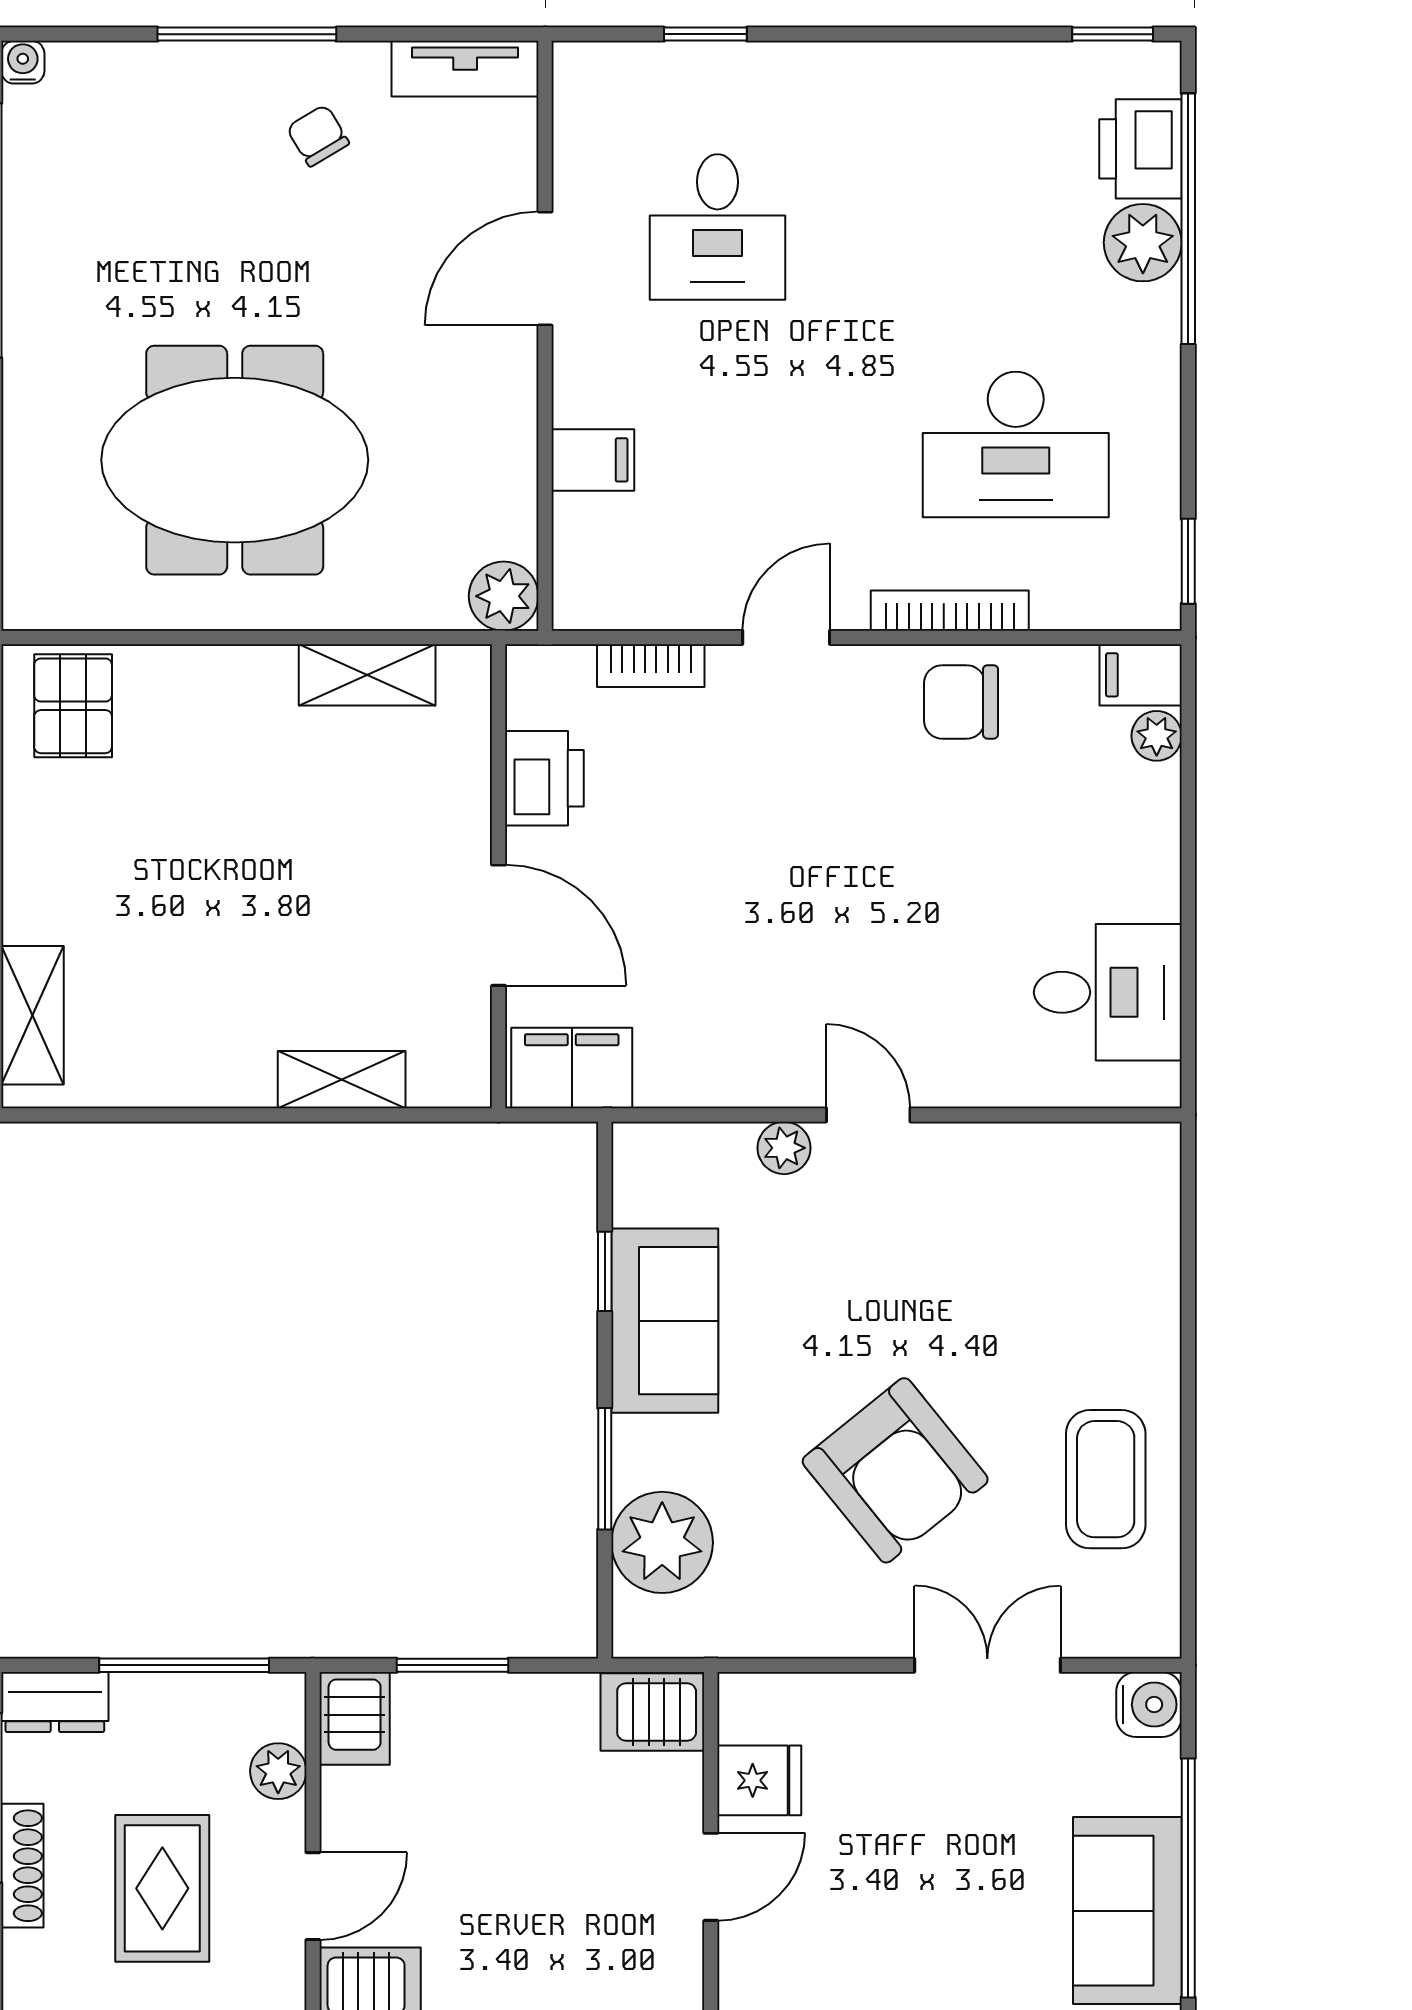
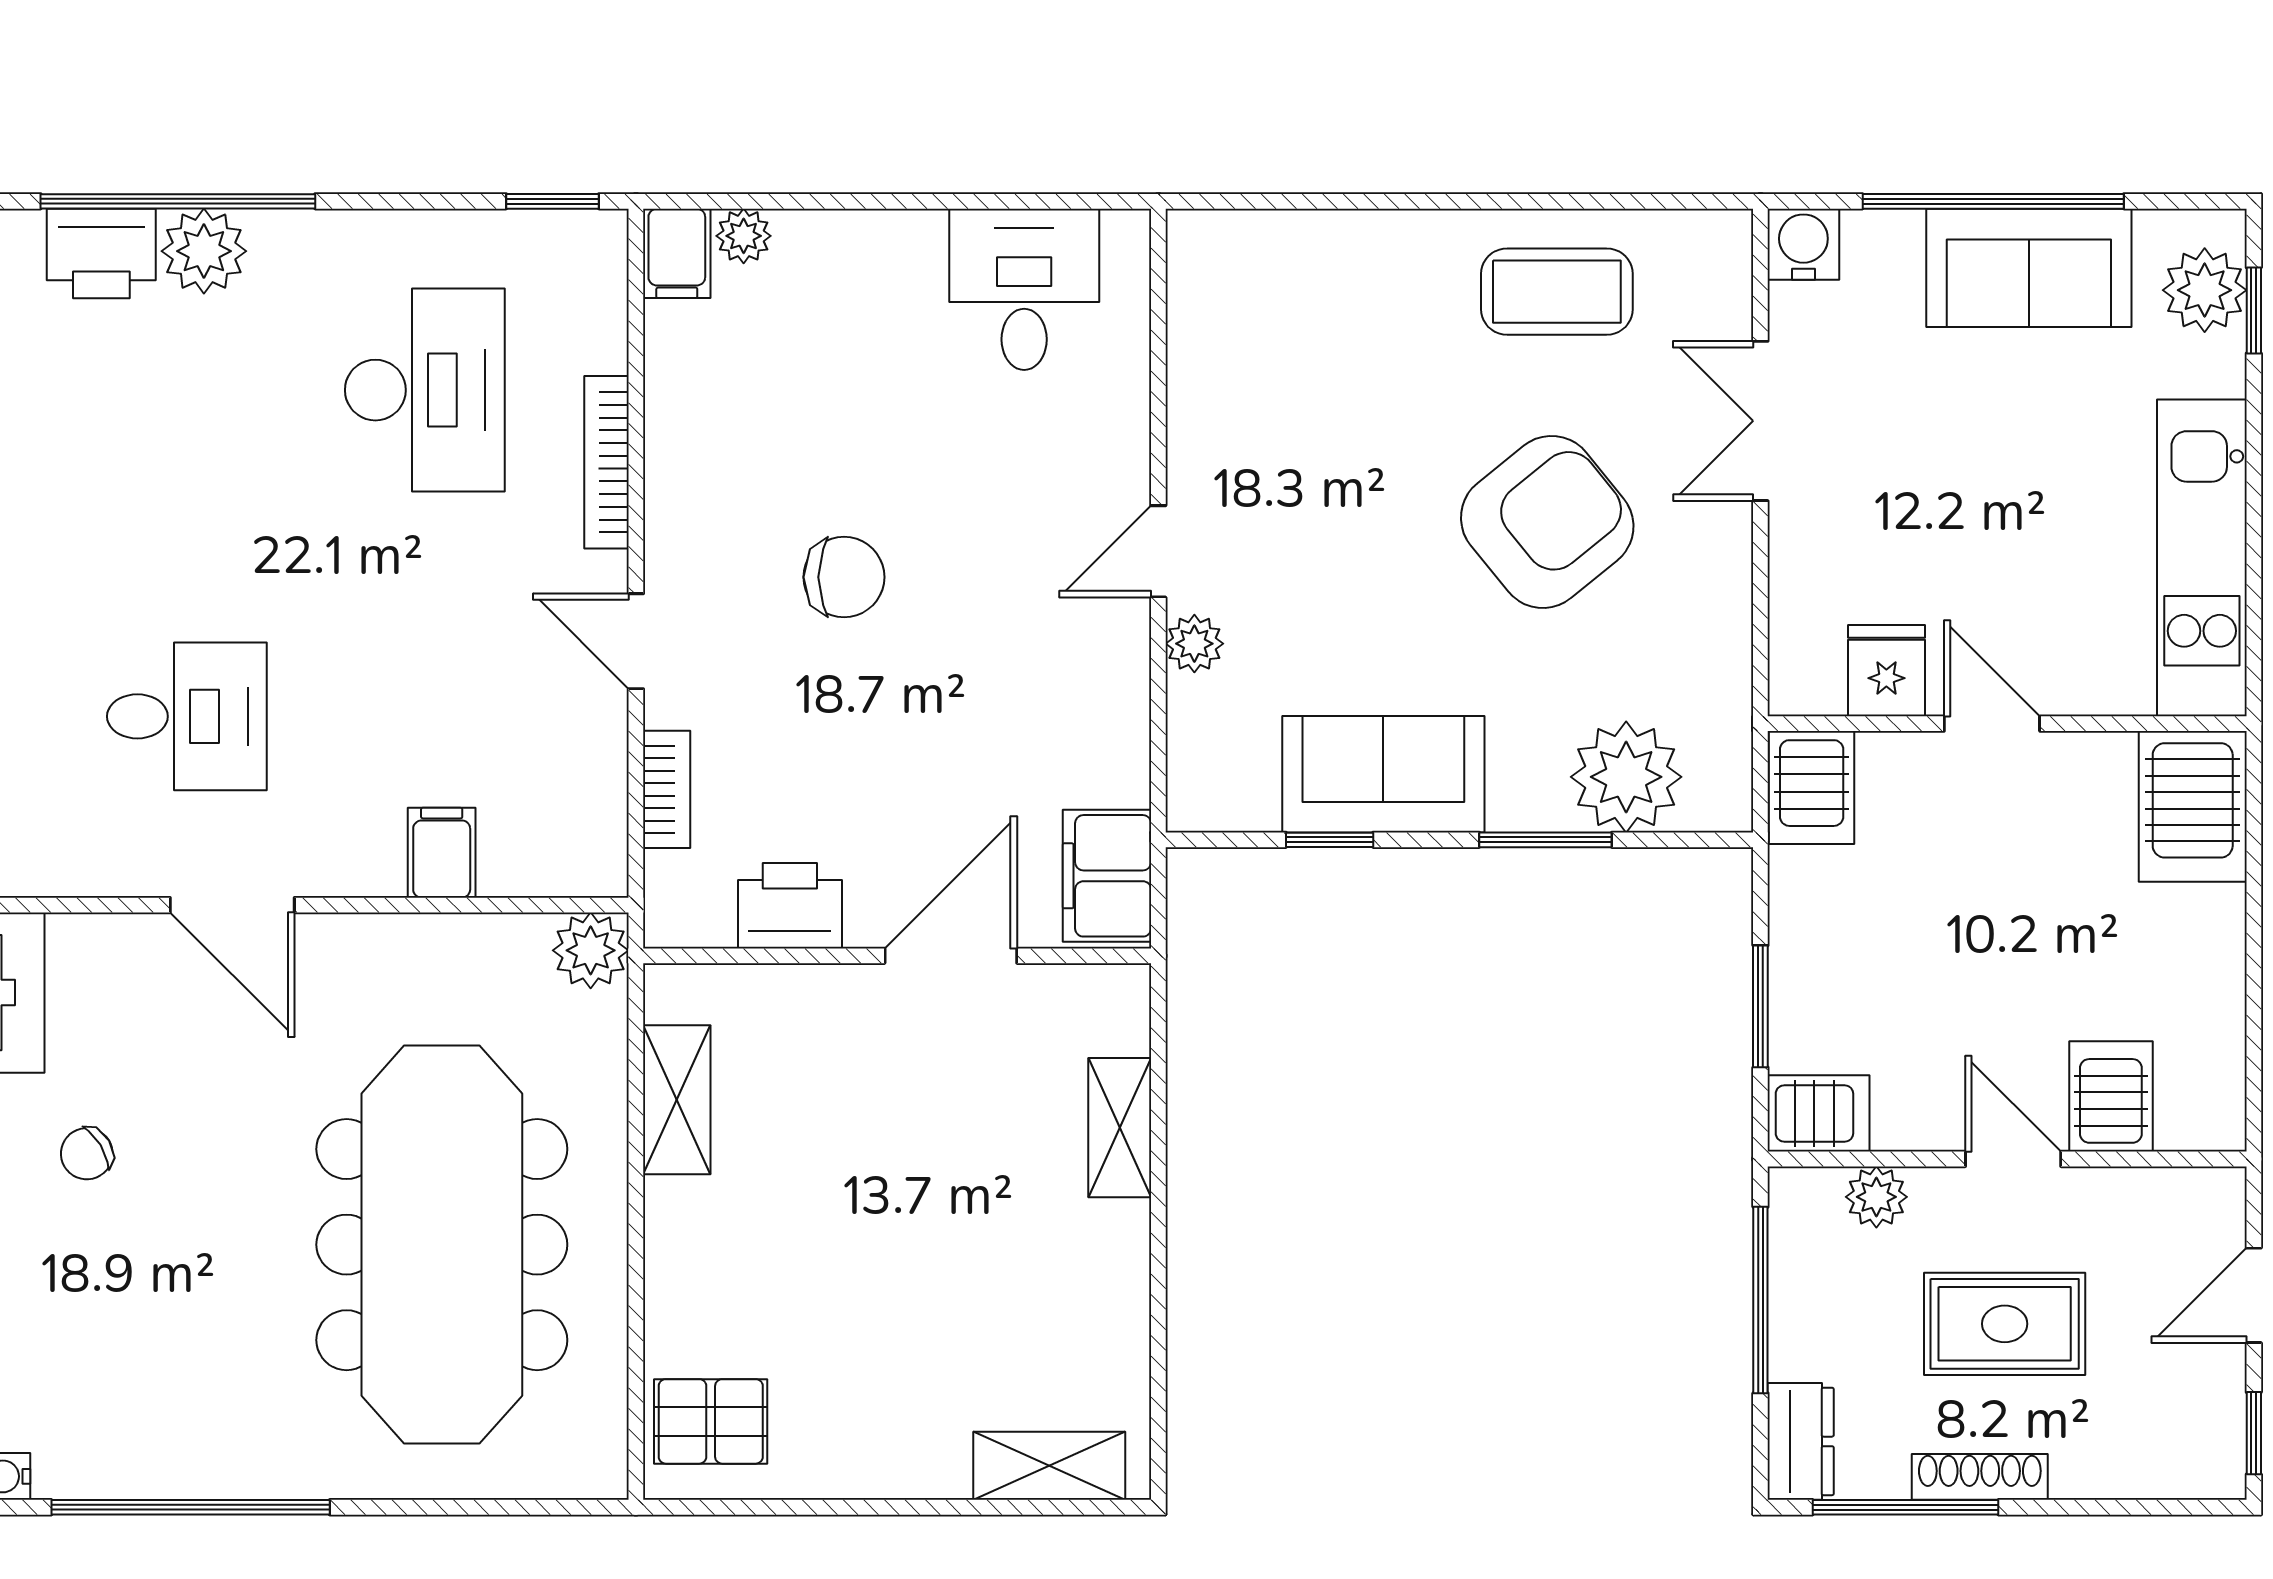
meeting table: (235, 460) -> (442, 1245), width x1.36
chair: (961, 702) -> (844, 577), moved, turned -90

